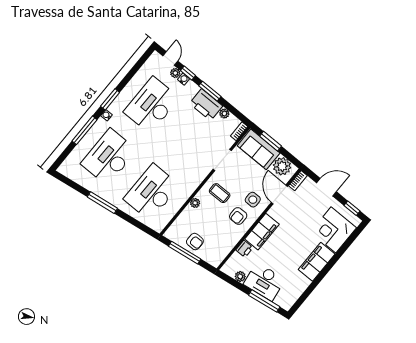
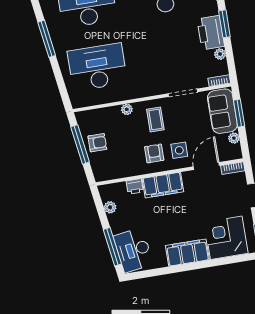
plant: (282, 166) -> (234, 138), width x0.53, depth x0.53
armchair: (238, 216) -> (154, 153), turned 90
armchair: (195, 242) -> (97, 143), turned -90
desk: (264, 282) -> (133, 250), moved

